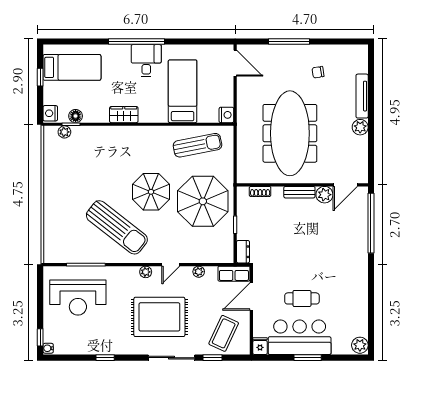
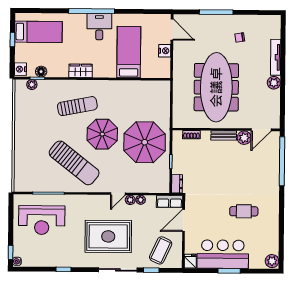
nightstand: (226, 115) -> (165, 51), moved
sun lounger: (197, 145) -> (77, 106), moved
plant: (146, 272) -> (130, 200), moved
cafe table: (302, 298) -> (244, 211), moved

